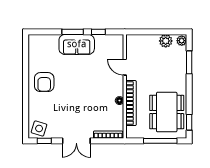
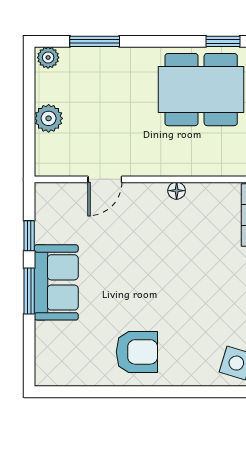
plant: (166, 41) -> (49, 118), moved
bookcase: (131, 103) -> (182, 166), removed

